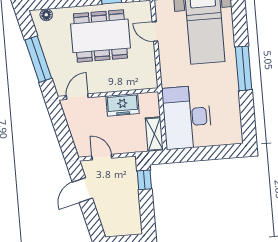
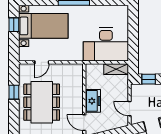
freezer: (122, 105) -> (93, 101), moved
door: (102, 157) -> (130, 109), hinge flipped

